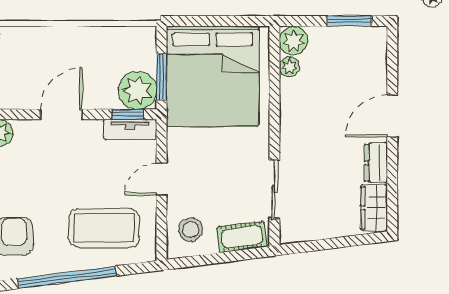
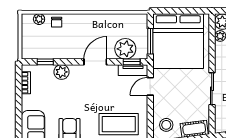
plant: (138, 90) -> (125, 49), moved
door: (162, 179) -> (150, 86), moved
sliding door: (274, 189) -> (212, 89), moved

